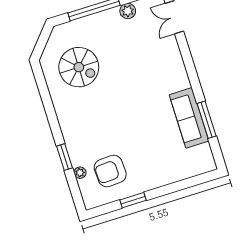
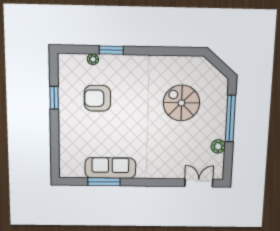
spiral stairs: (79, 67) -> (181, 103), moved, turned 90
armchair: (110, 171) -> (97, 98), moved, turned -87

